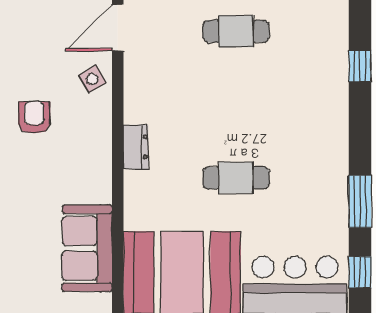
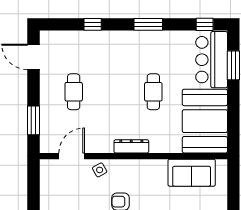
door: (118, 28) -> (72, 156), swing flipped
dresser: (136, 147) -> (131, 146), width x1.44
window: (360, 202) -> (148, 24), moved

